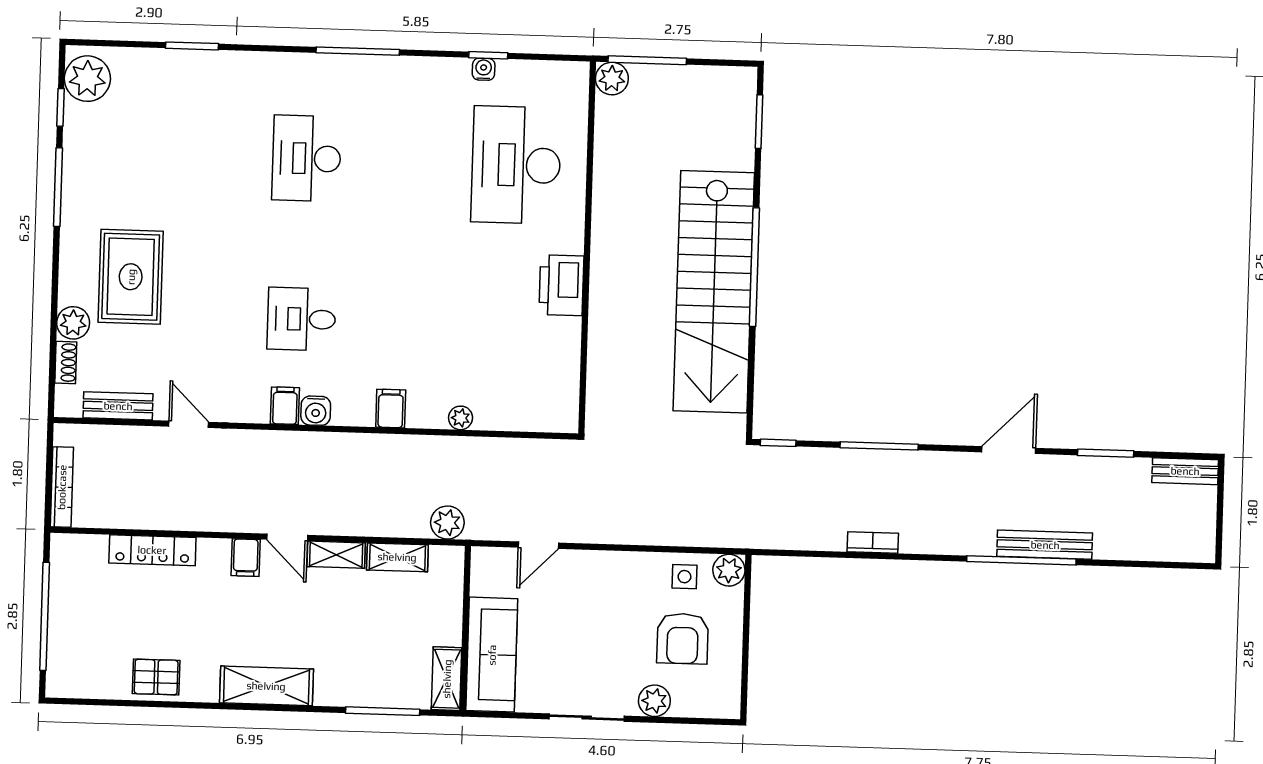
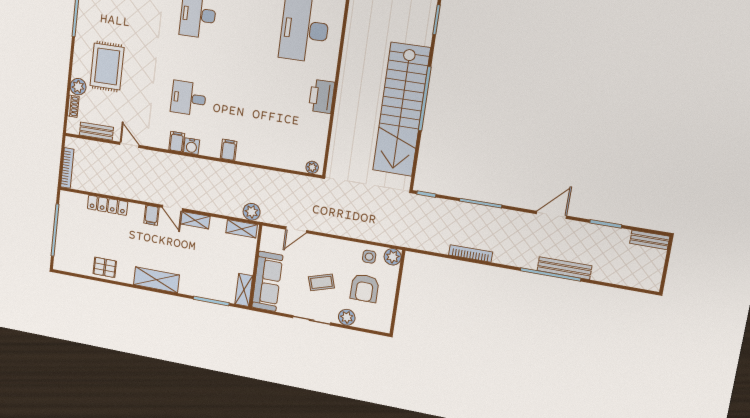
plant: (461, 418) -> (312, 167), moved
bookcase: (873, 543) -> (471, 253), width x1.56
shelving: (397, 557) -> (242, 229), moved
coffee table: (598, 640) -> (321, 282), added

